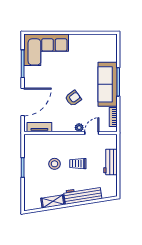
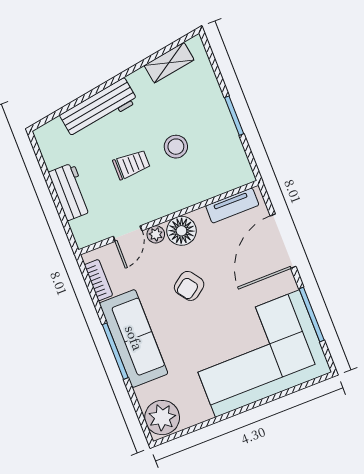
plant: (109, 43) -> (162, 418), added
corner sofa: (46, 50) -> (257, 354), width x1.36, depth x1.36
floor lamp: (67, 125) -> (181, 231), added
shelving: (53, 201) -> (169, 63), moved

